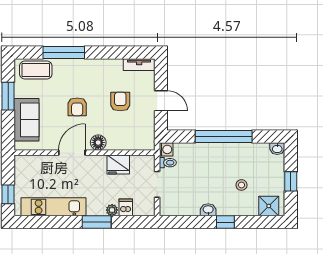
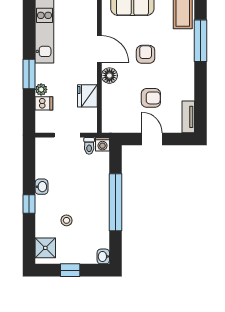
door: (161, 101) -> (152, 139), swing flipped
armchair: (77, 107) -> (146, 54), turned 90

